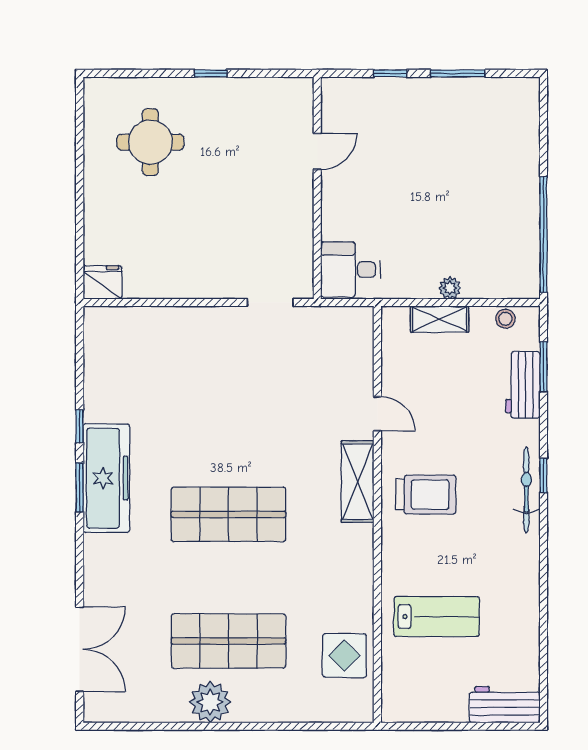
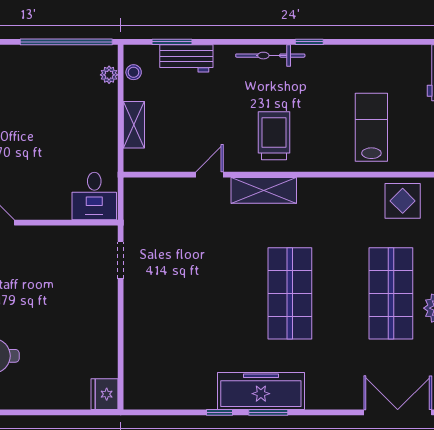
plant: (450, 288) -> (109, 75), moved
window: (543, 475) -> (309, 42), moved

